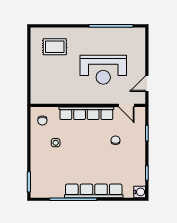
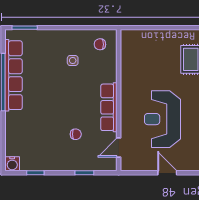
door: (147, 84) -> (167, 173), moved
row of seats: (86, 113) -> (109, 107), width x0.73
row of seats: (94, 191) -> (14, 75), moved

